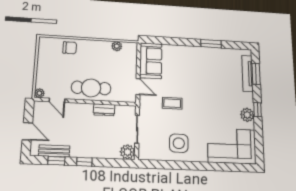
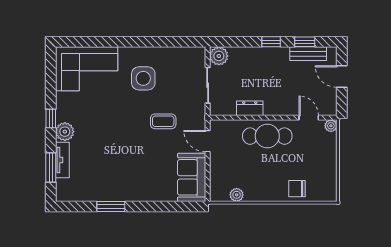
tv unit: (247, 73) -> (62, 160), width x0.71
plant: (247, 115) -> (65, 132), moved
side table: (179, 143) -> (143, 78), moved

